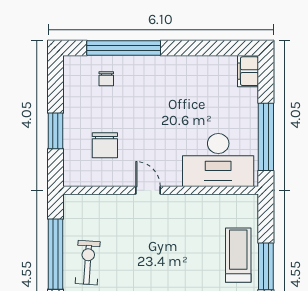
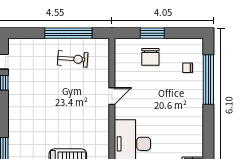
chair: (105, 145) -> (150, 57), moved, turned -90
exercise bike: (88, 263) -> (73, 59), moved

